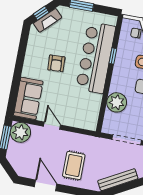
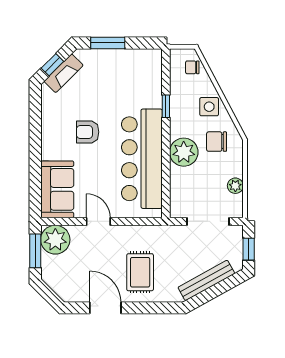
bar counter: (96, 58) -> (142, 159), moved
armchair: (56, 63) -> (88, 132), turned 93
plant: (117, 102) -> (184, 152), moved

